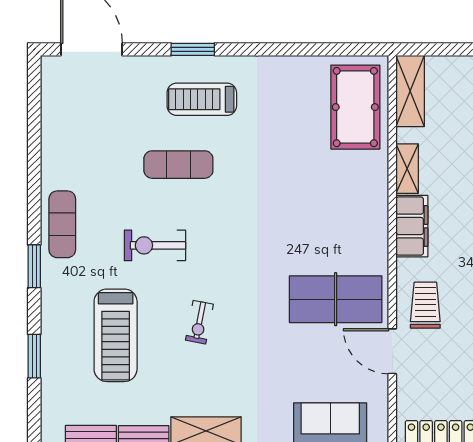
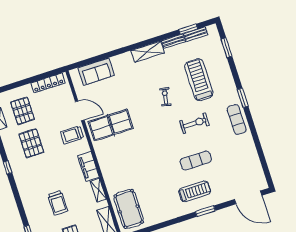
trolley: (425, 305) -> (72, 135), turned 90
window: (34, 356) -> (226, 48), moved

